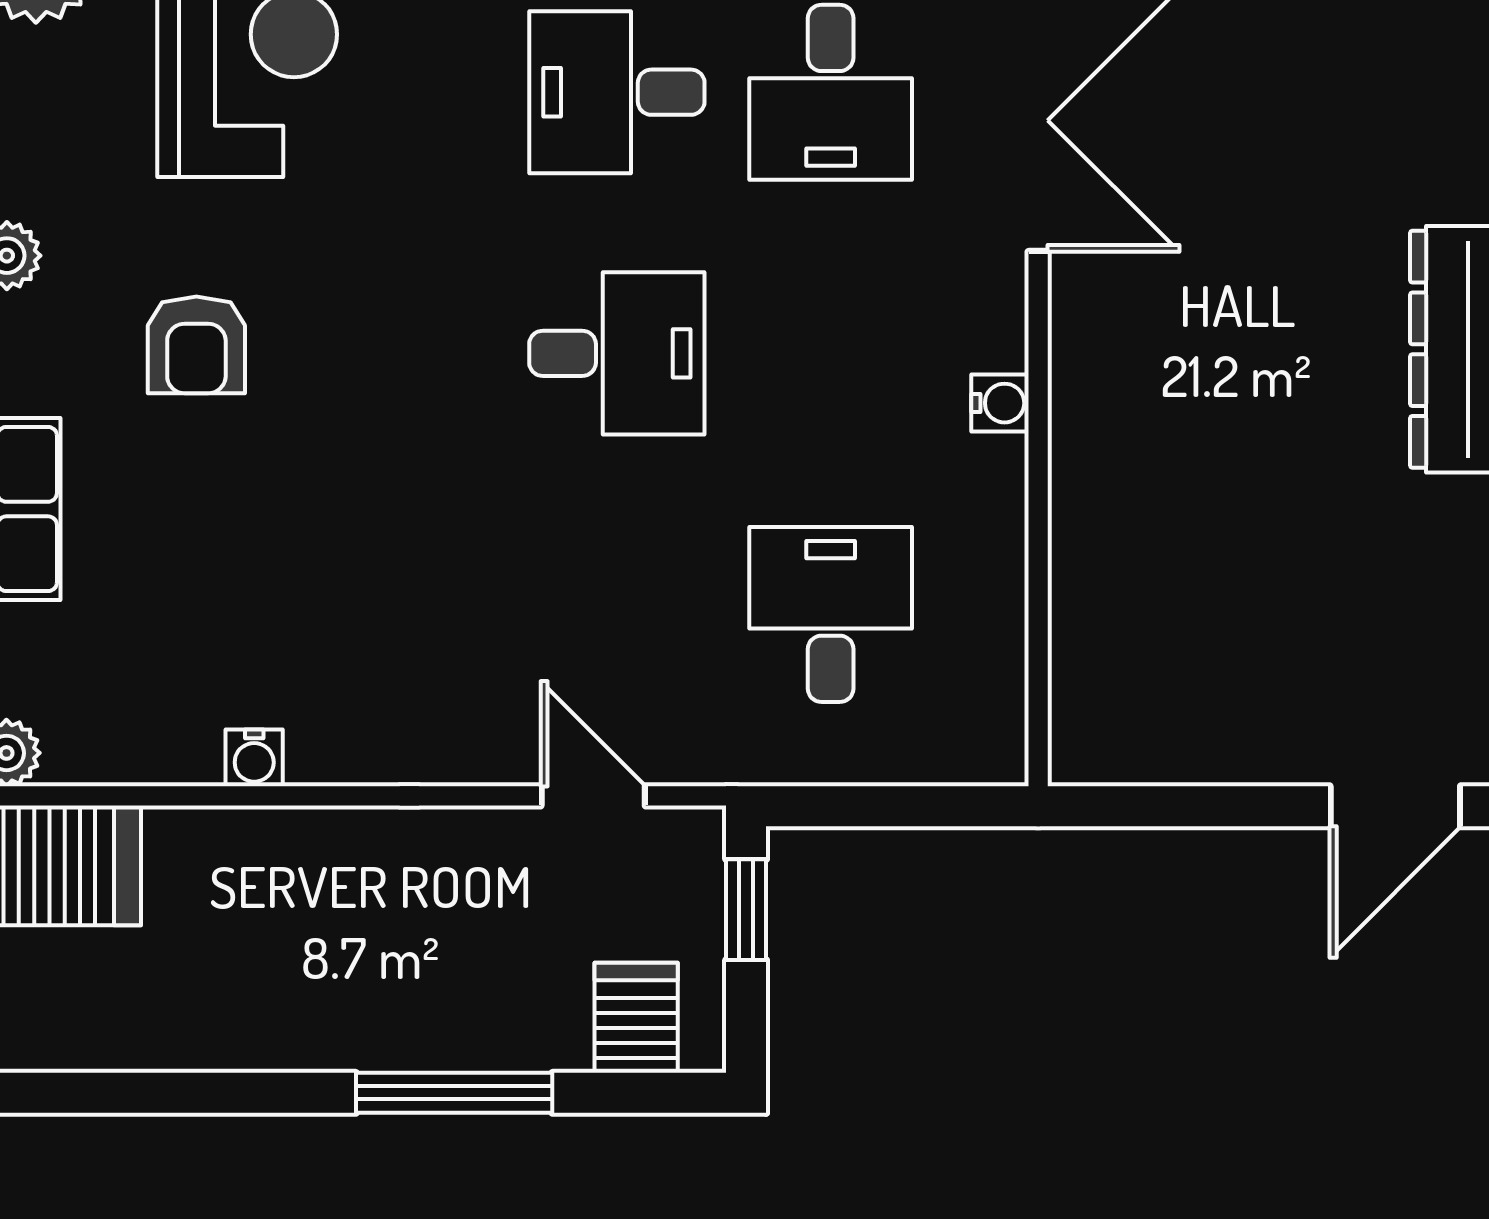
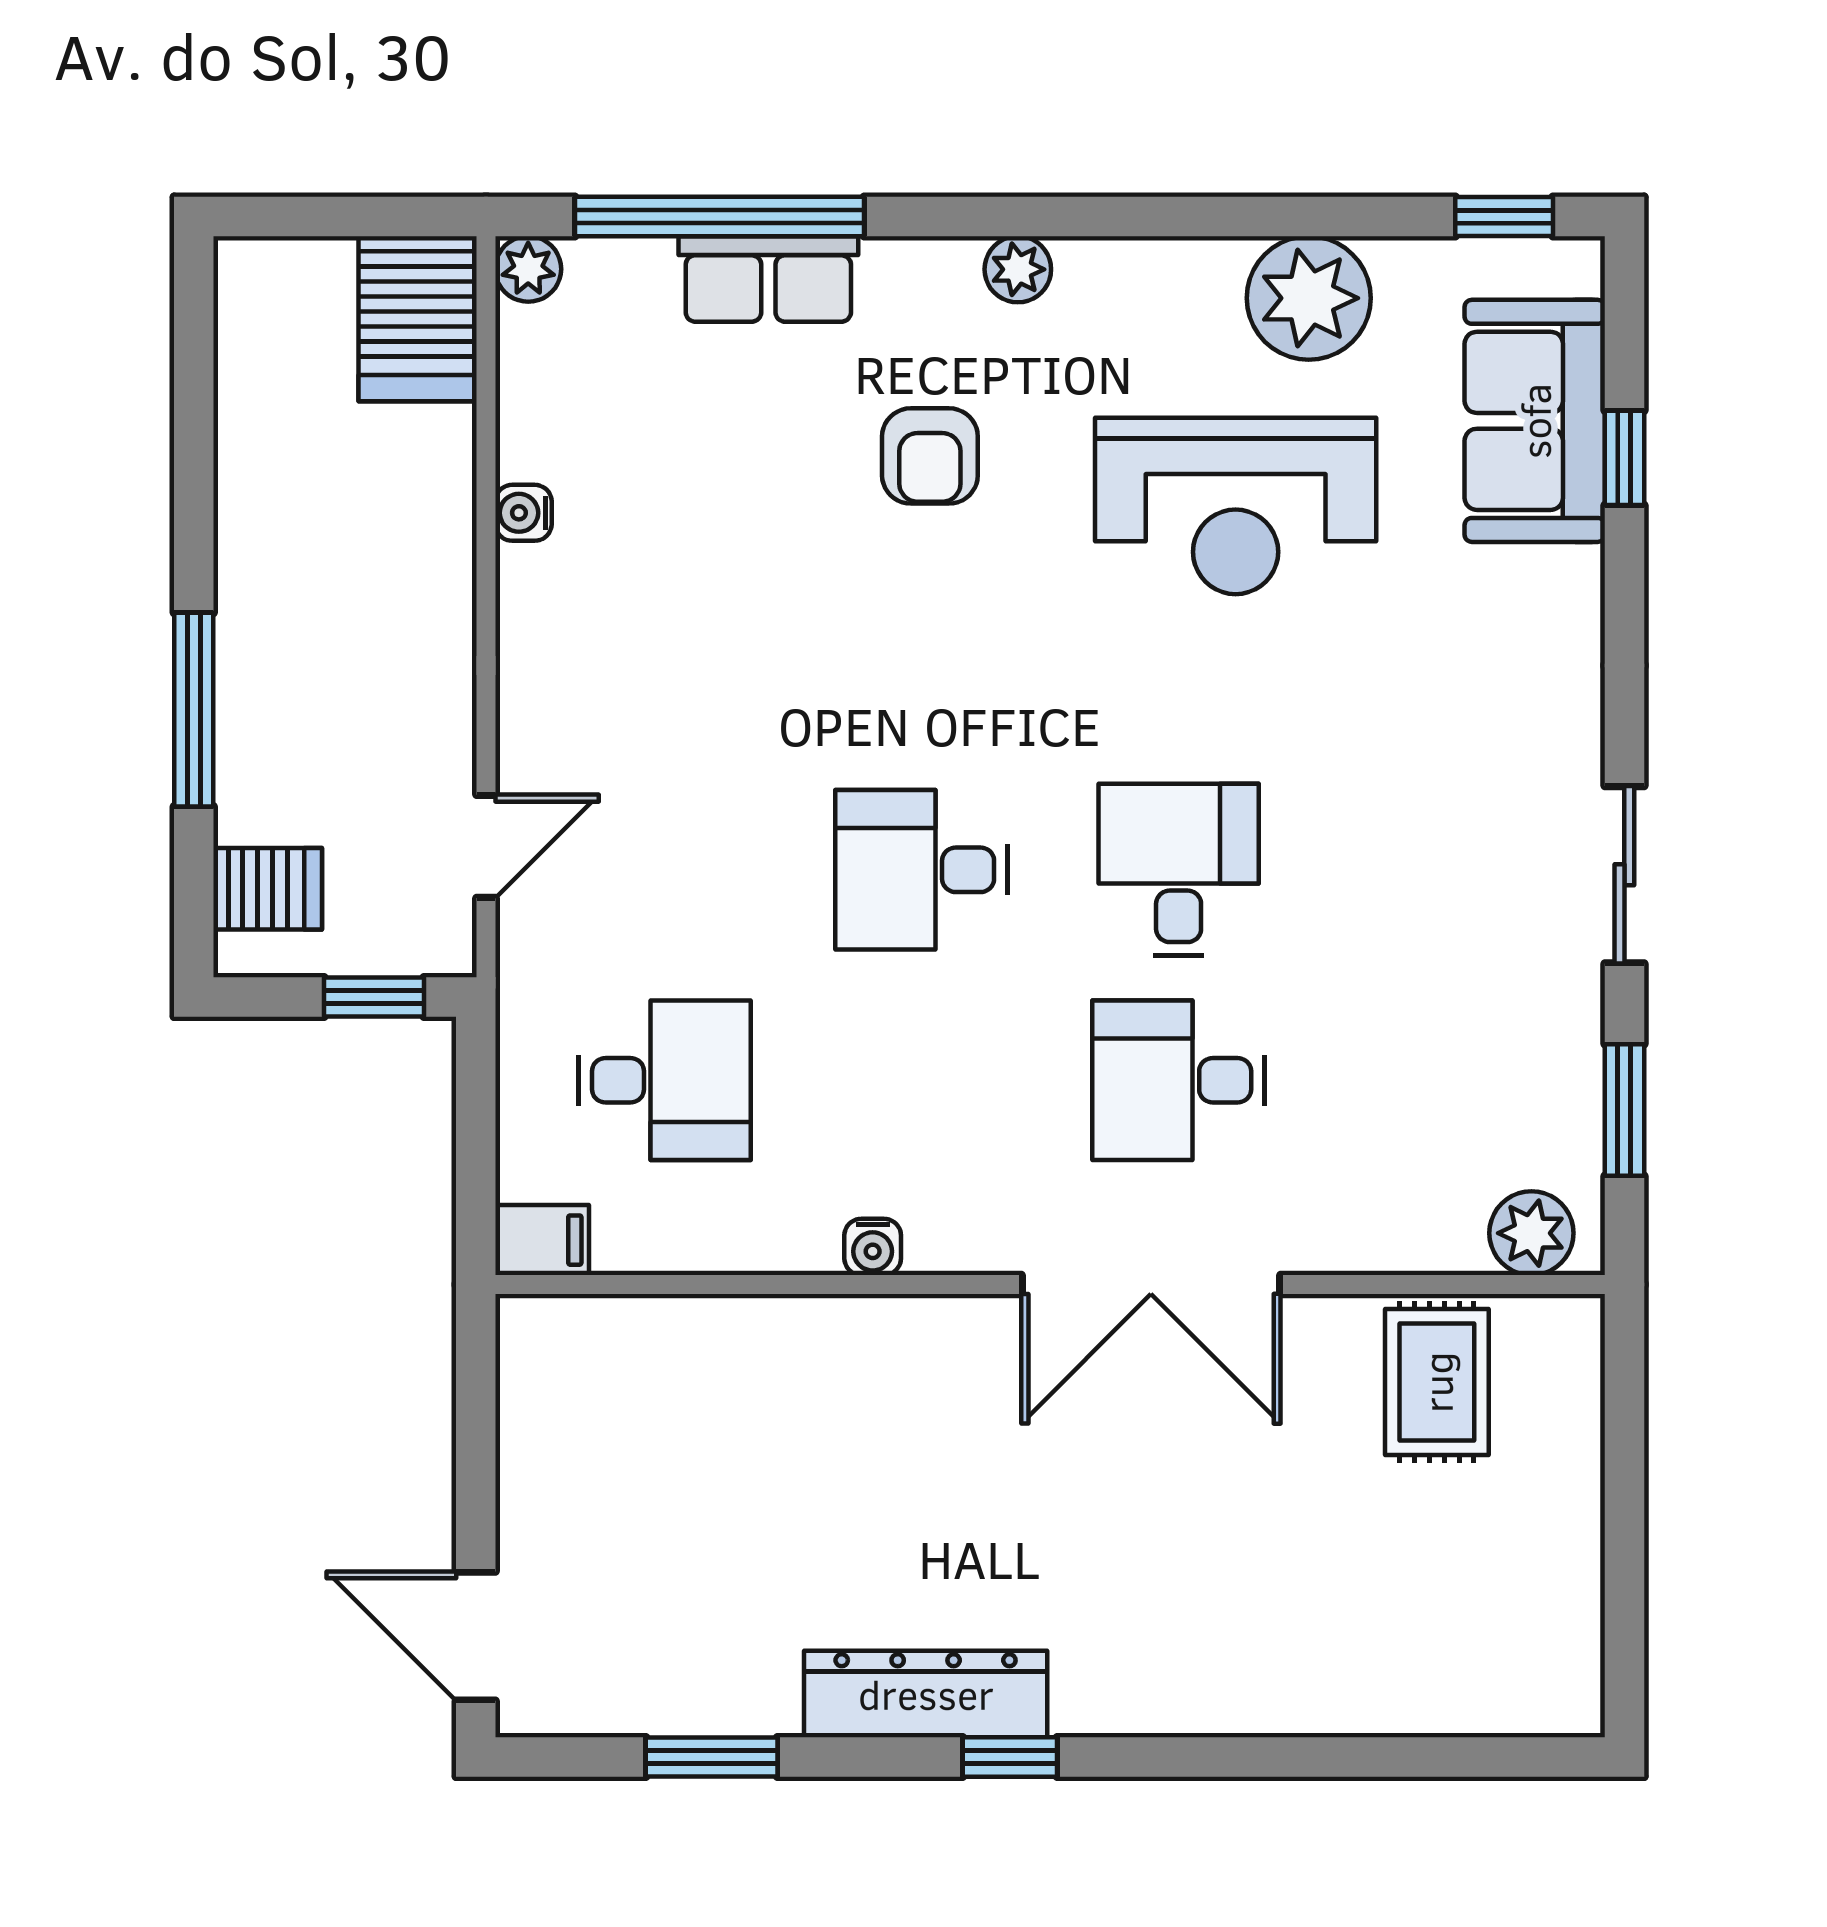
armchair: (196, 345) -> (930, 456), turned -90
desk: (617, 353) -> (922, 870), turned 90
filing cabinet: (993, 739) -> (542, 1240), added

